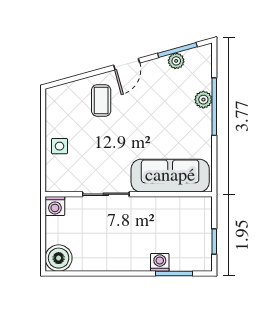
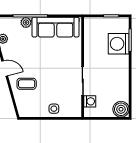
sofa: (170, 176) -> (56, 27), moved, turned -90
washing machine: (55, 206) -> (90, 101), moved
washing machine: (160, 262) -> (119, 44), width x1.89, depth x1.89

